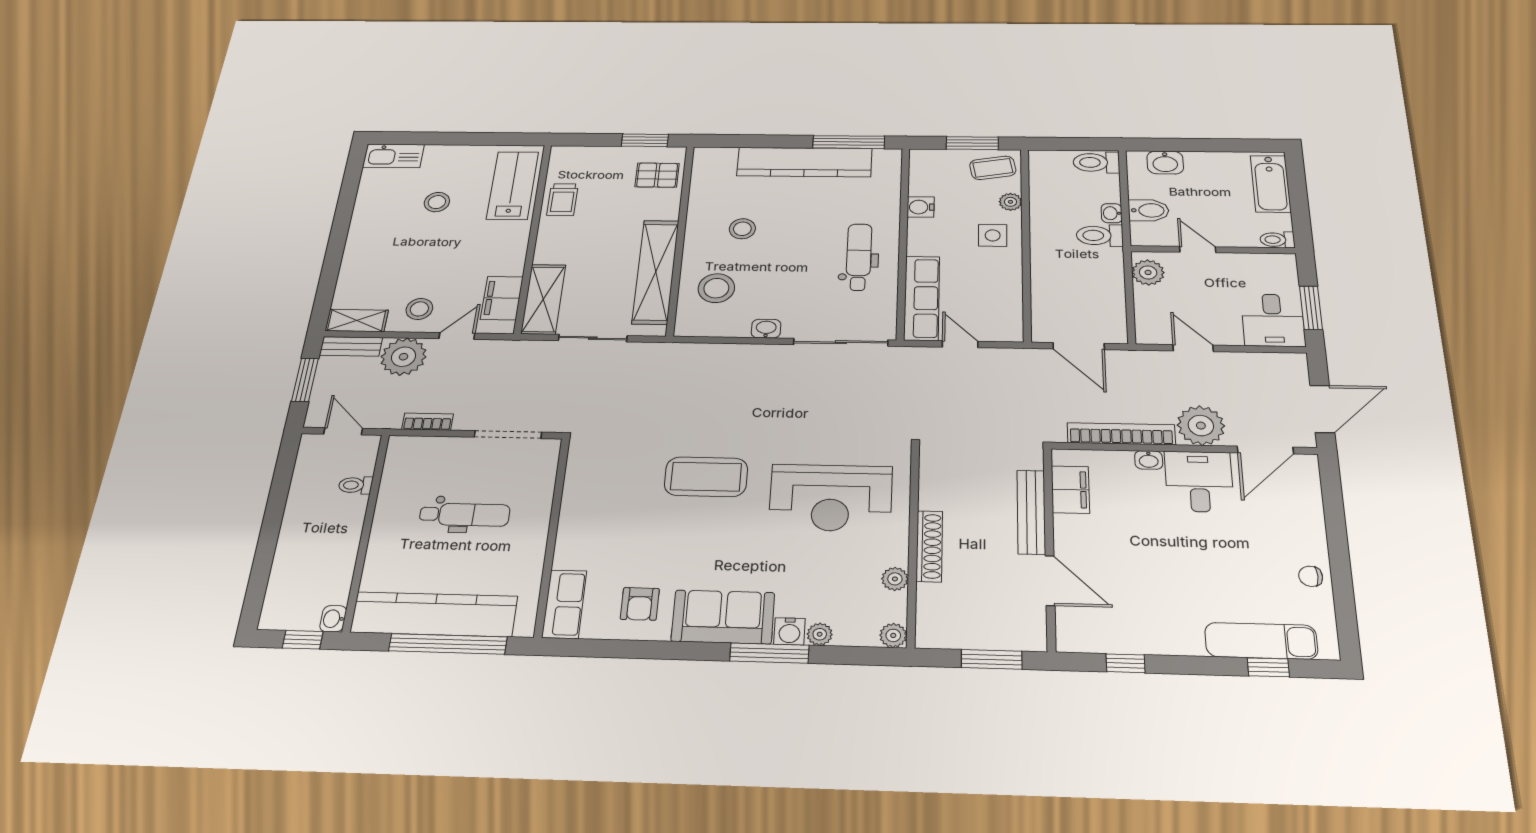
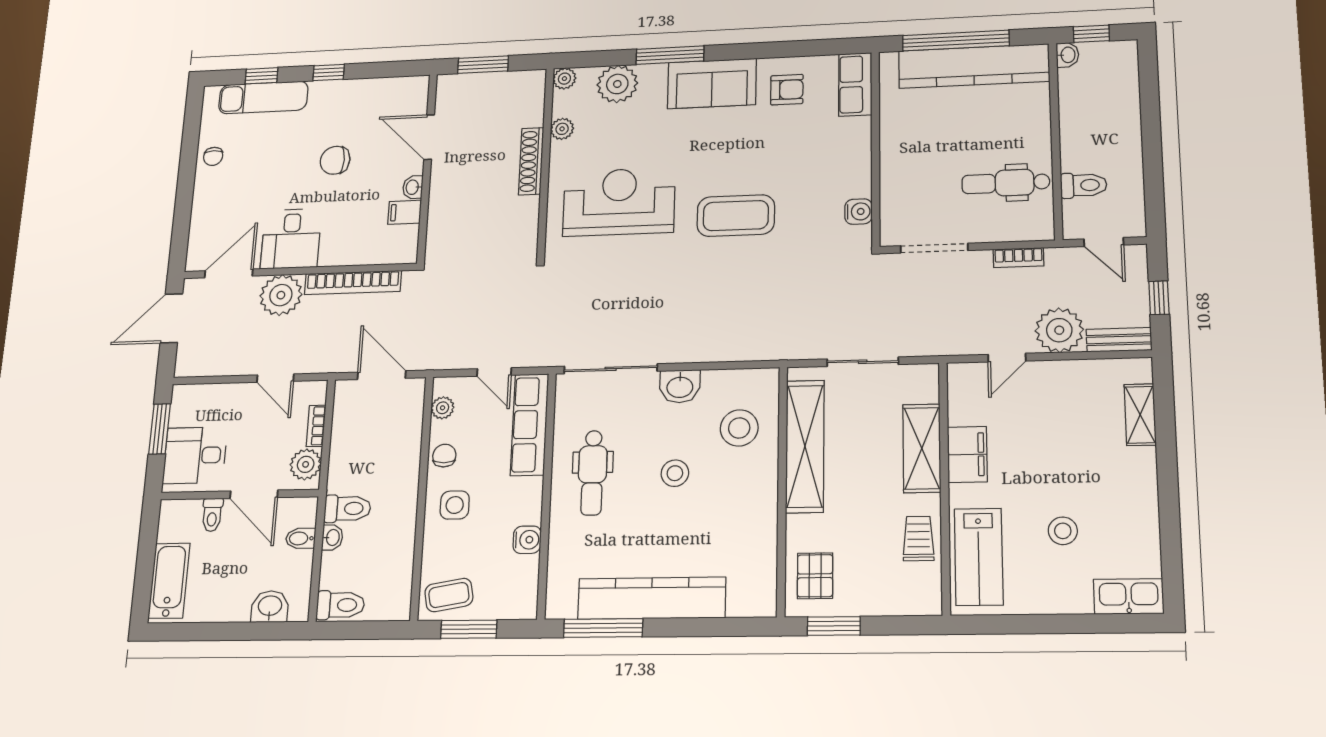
pallet: (657, 175) -> (815, 576), turned 90
plant: (1010, 202) -> (443, 408), moved
bidet: (1149, 210) -> (301, 538), width x0.72, depth x0.74
stool: (742, 229) -> (675, 473), moved
toilet: (1277, 240) -> (212, 515), moved, turned 90
door: (1198, 250) -> (254, 494), width x1.37
chair: (1006, 275) -> (444, 456), added
filing cabinet: (502, 298) -> (967, 454), moved
shelving: (543, 299) -> (922, 448), moved
bookcase: (1142, 305) -> (316, 426), added
stool: (419, 309) -> (1054, 389), removed
shelving: (357, 320) -> (1140, 415), moved, turned 90
desk: (1273, 320) -> (195, 455), moved, turned -90
washbasin: (766, 329) -> (680, 386), width x1.38, depth x1.45
window: (305, 380) -> (1159, 298), width x0.67
washbasin: (1149, 460) -> (413, 187), moved, turned -90
toilet: (355, 485) -> (1084, 185), width x1.37, depth x1.39
filing cabinet: (1070, 490) -> (405, 212), width x0.50
bench: (1031, 512) -> (440, 200), removed
dental chair: (465, 515) -> (1006, 183), moved
chair: (1160, 562) -> (335, 160), added
chair: (1311, 576) -> (213, 156), turned 90
armchair: (640, 604) -> (787, 90), turned 90
water cooler: (790, 631) -> (858, 212), moved, turned 90
plant: (820, 634) -> (617, 84), width x1.88, depth x1.88
window: (1125, 663) -> (329, 72), moved

